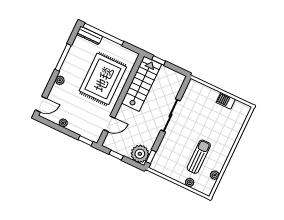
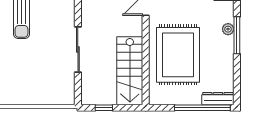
window: (63, 57) -> (237, 35), moved
window: (159, 60) -> (104, 108), moved
barbecue: (226, 101) -> (21, 97), removed

